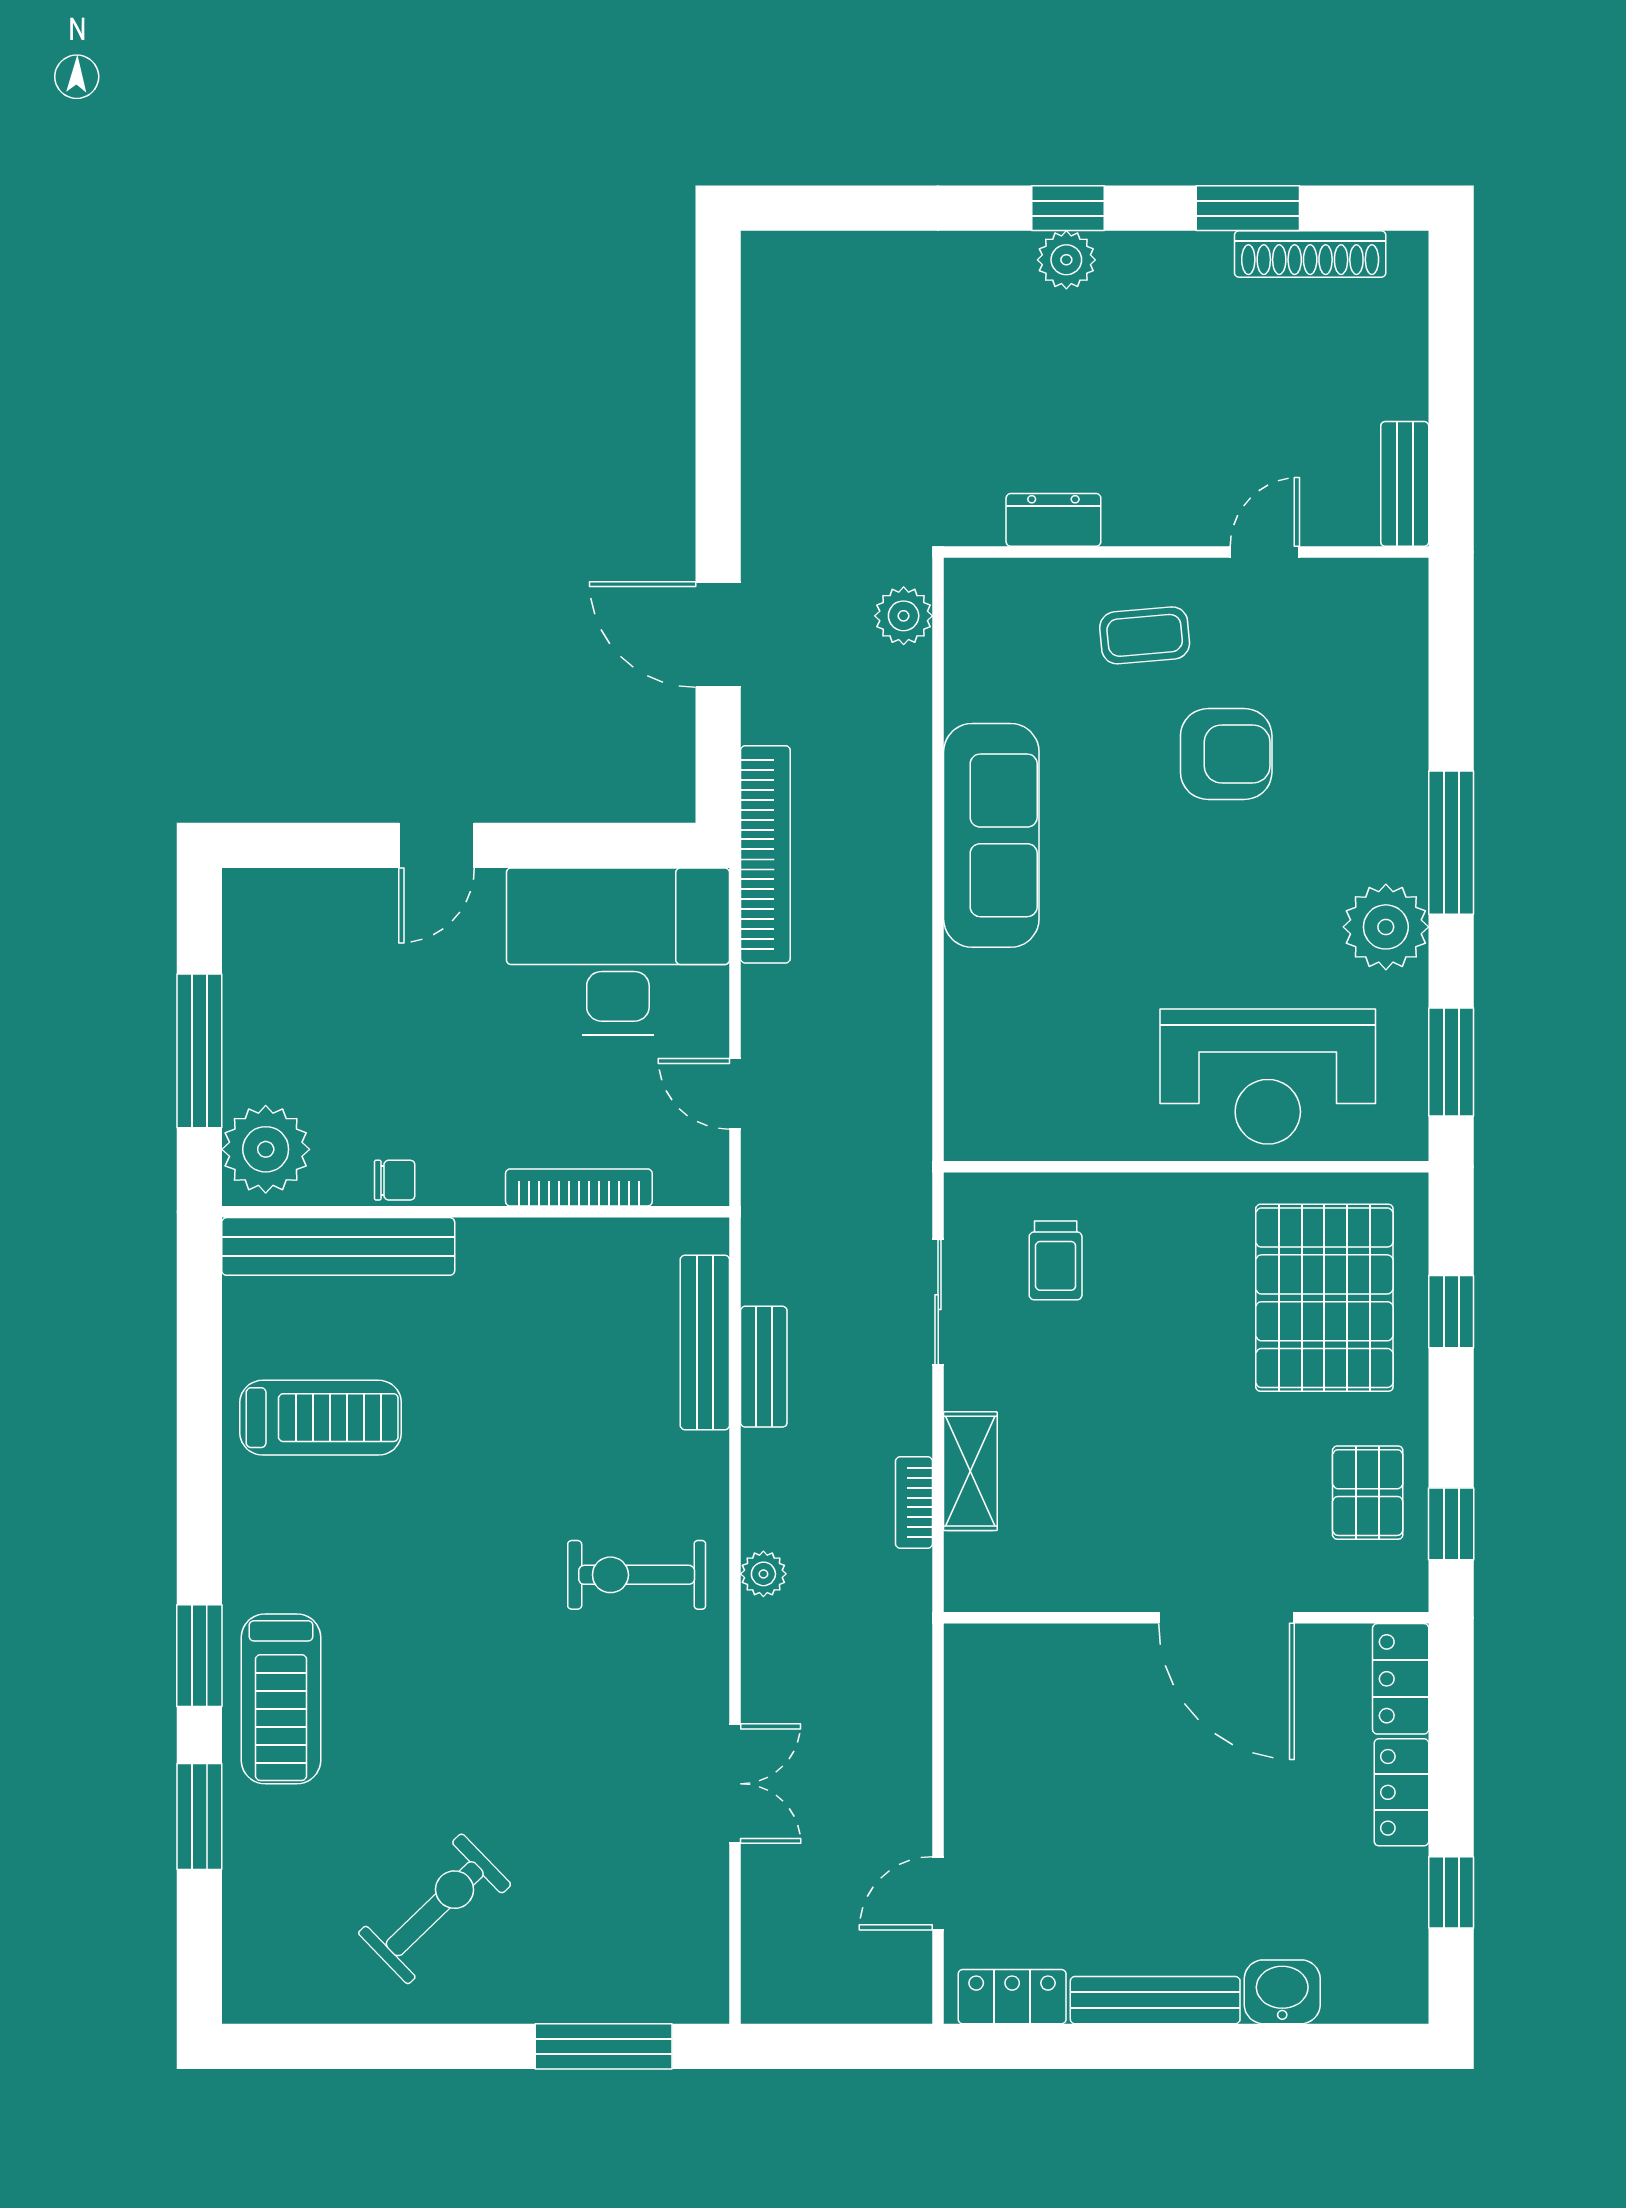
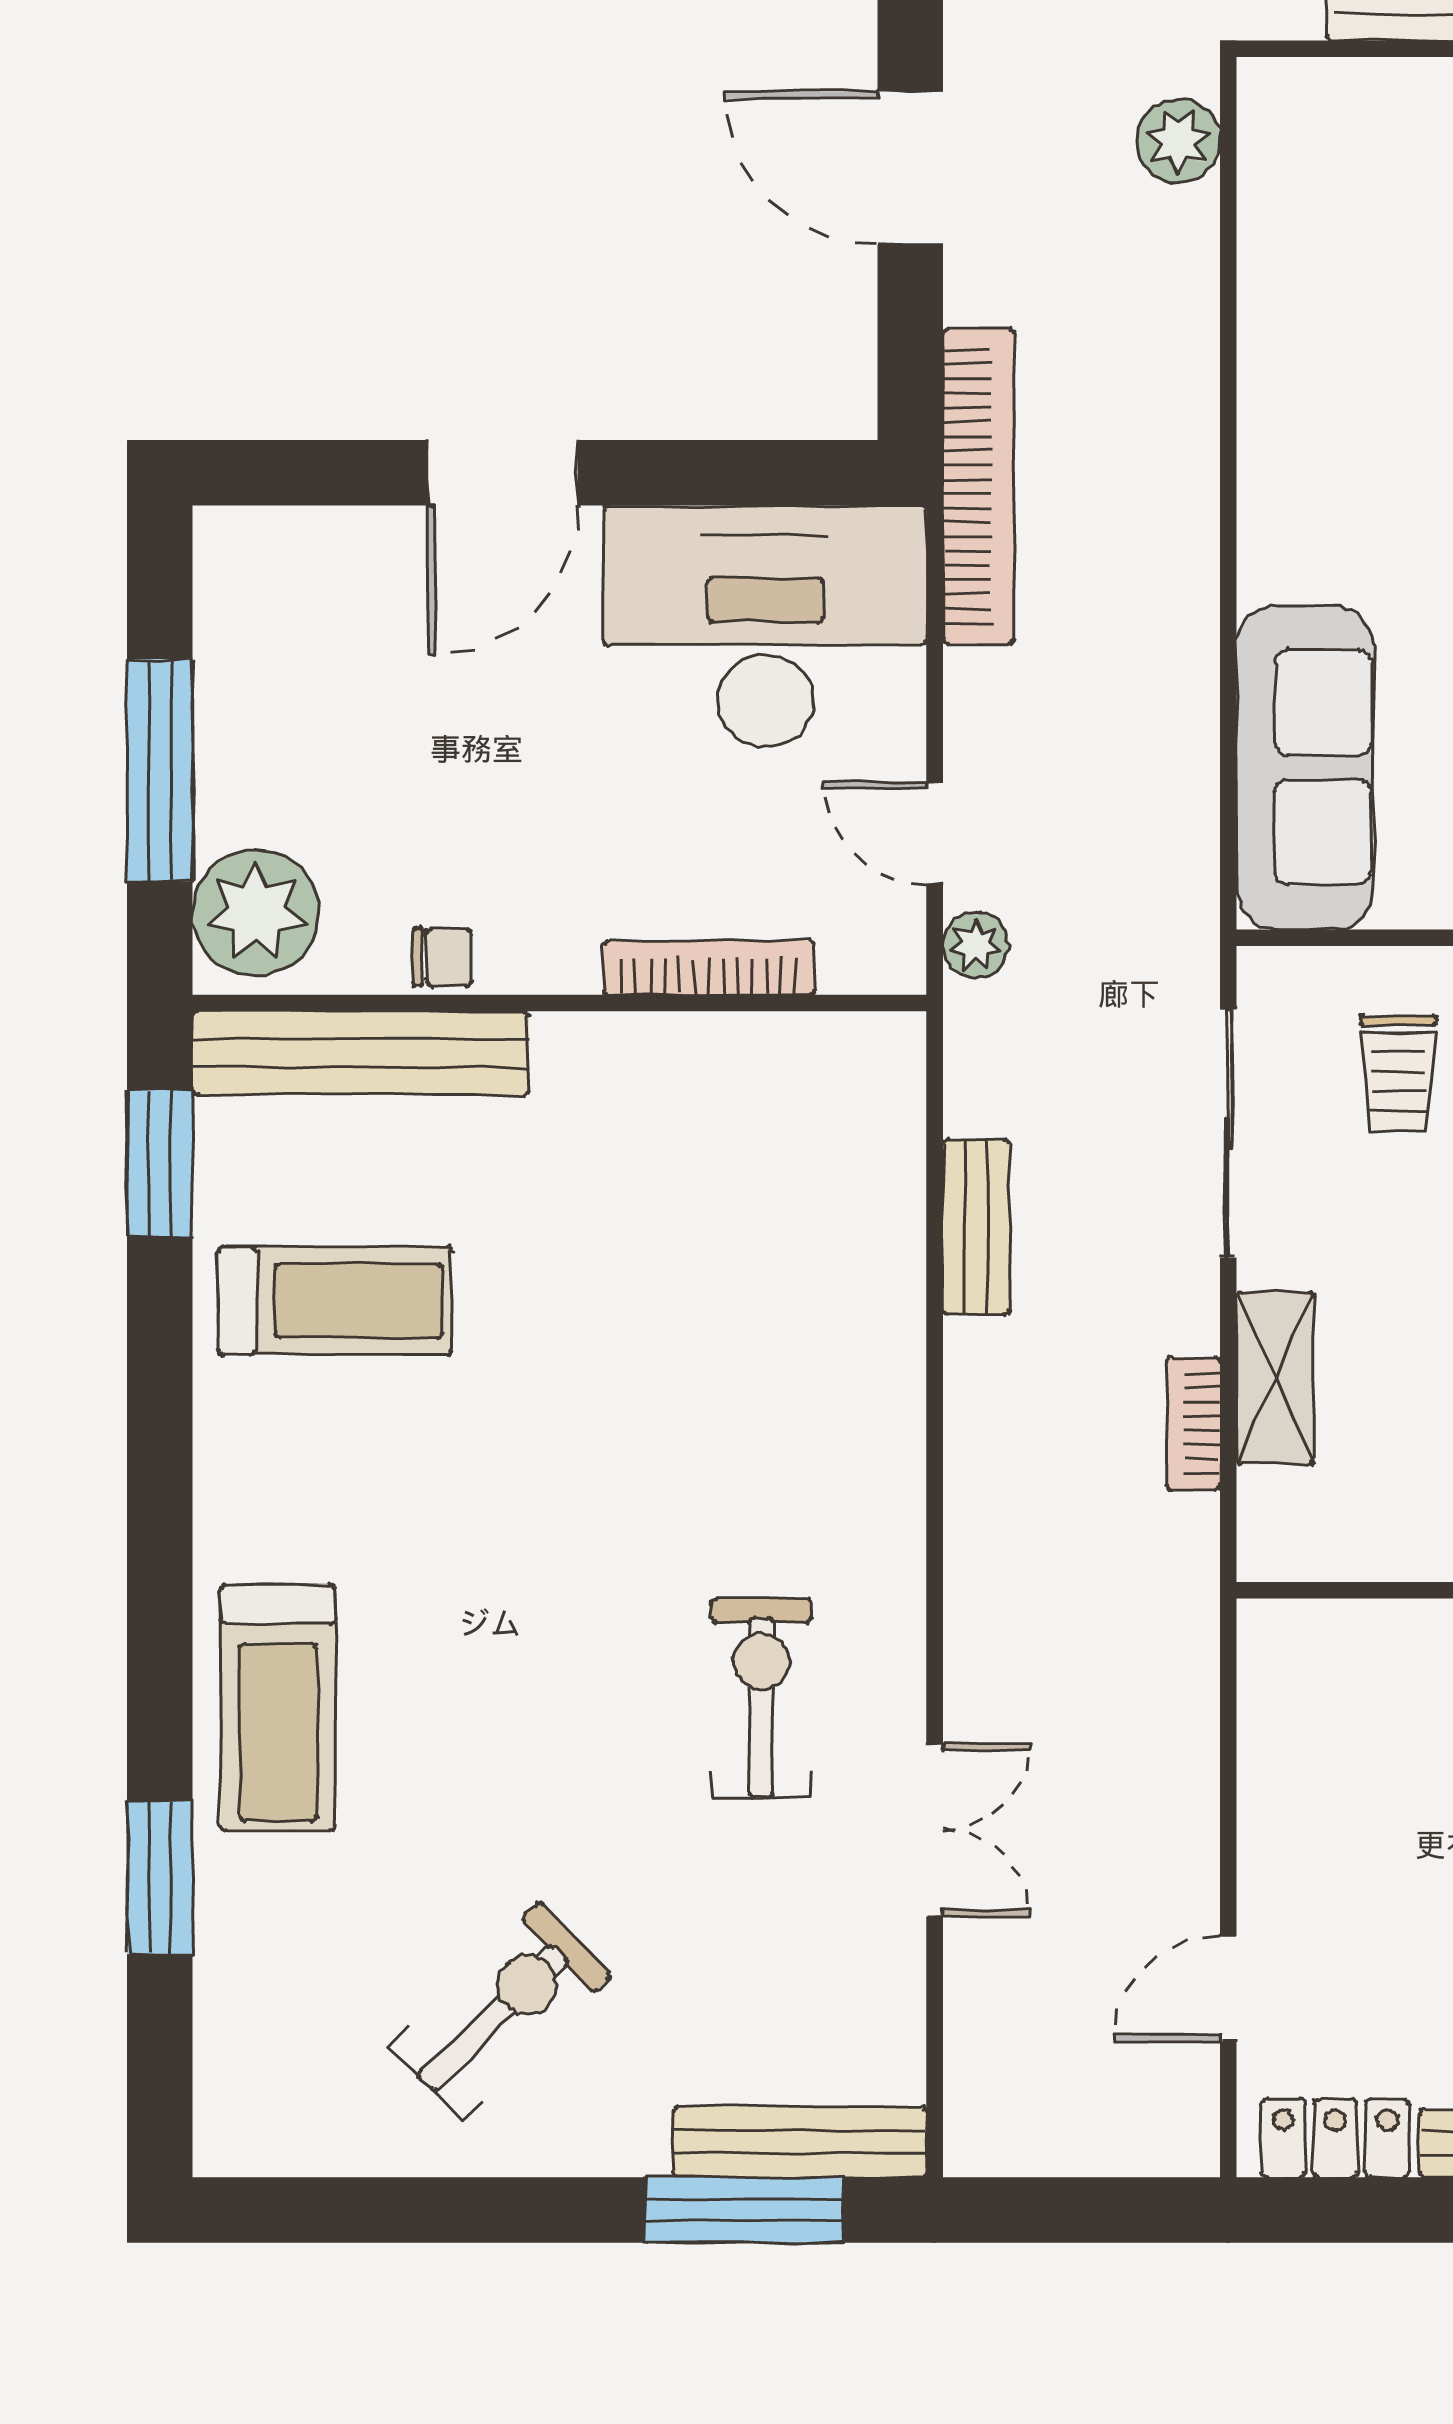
sofa: (991, 835) -> (1305, 768), moved
door: (437, 845) -> (503, 473), width x1.38
sliding door: (938, 1302) -> (1228, 1134), width x1.37
bench: (705, 1342) -> (800, 2142), moved, turned 90
plant: (763, 1574) -> (976, 945), moved
exercise bike: (637, 1575) -> (761, 1698), moved, turned 90
window: (199, 1656) -> (160, 1163), moved

